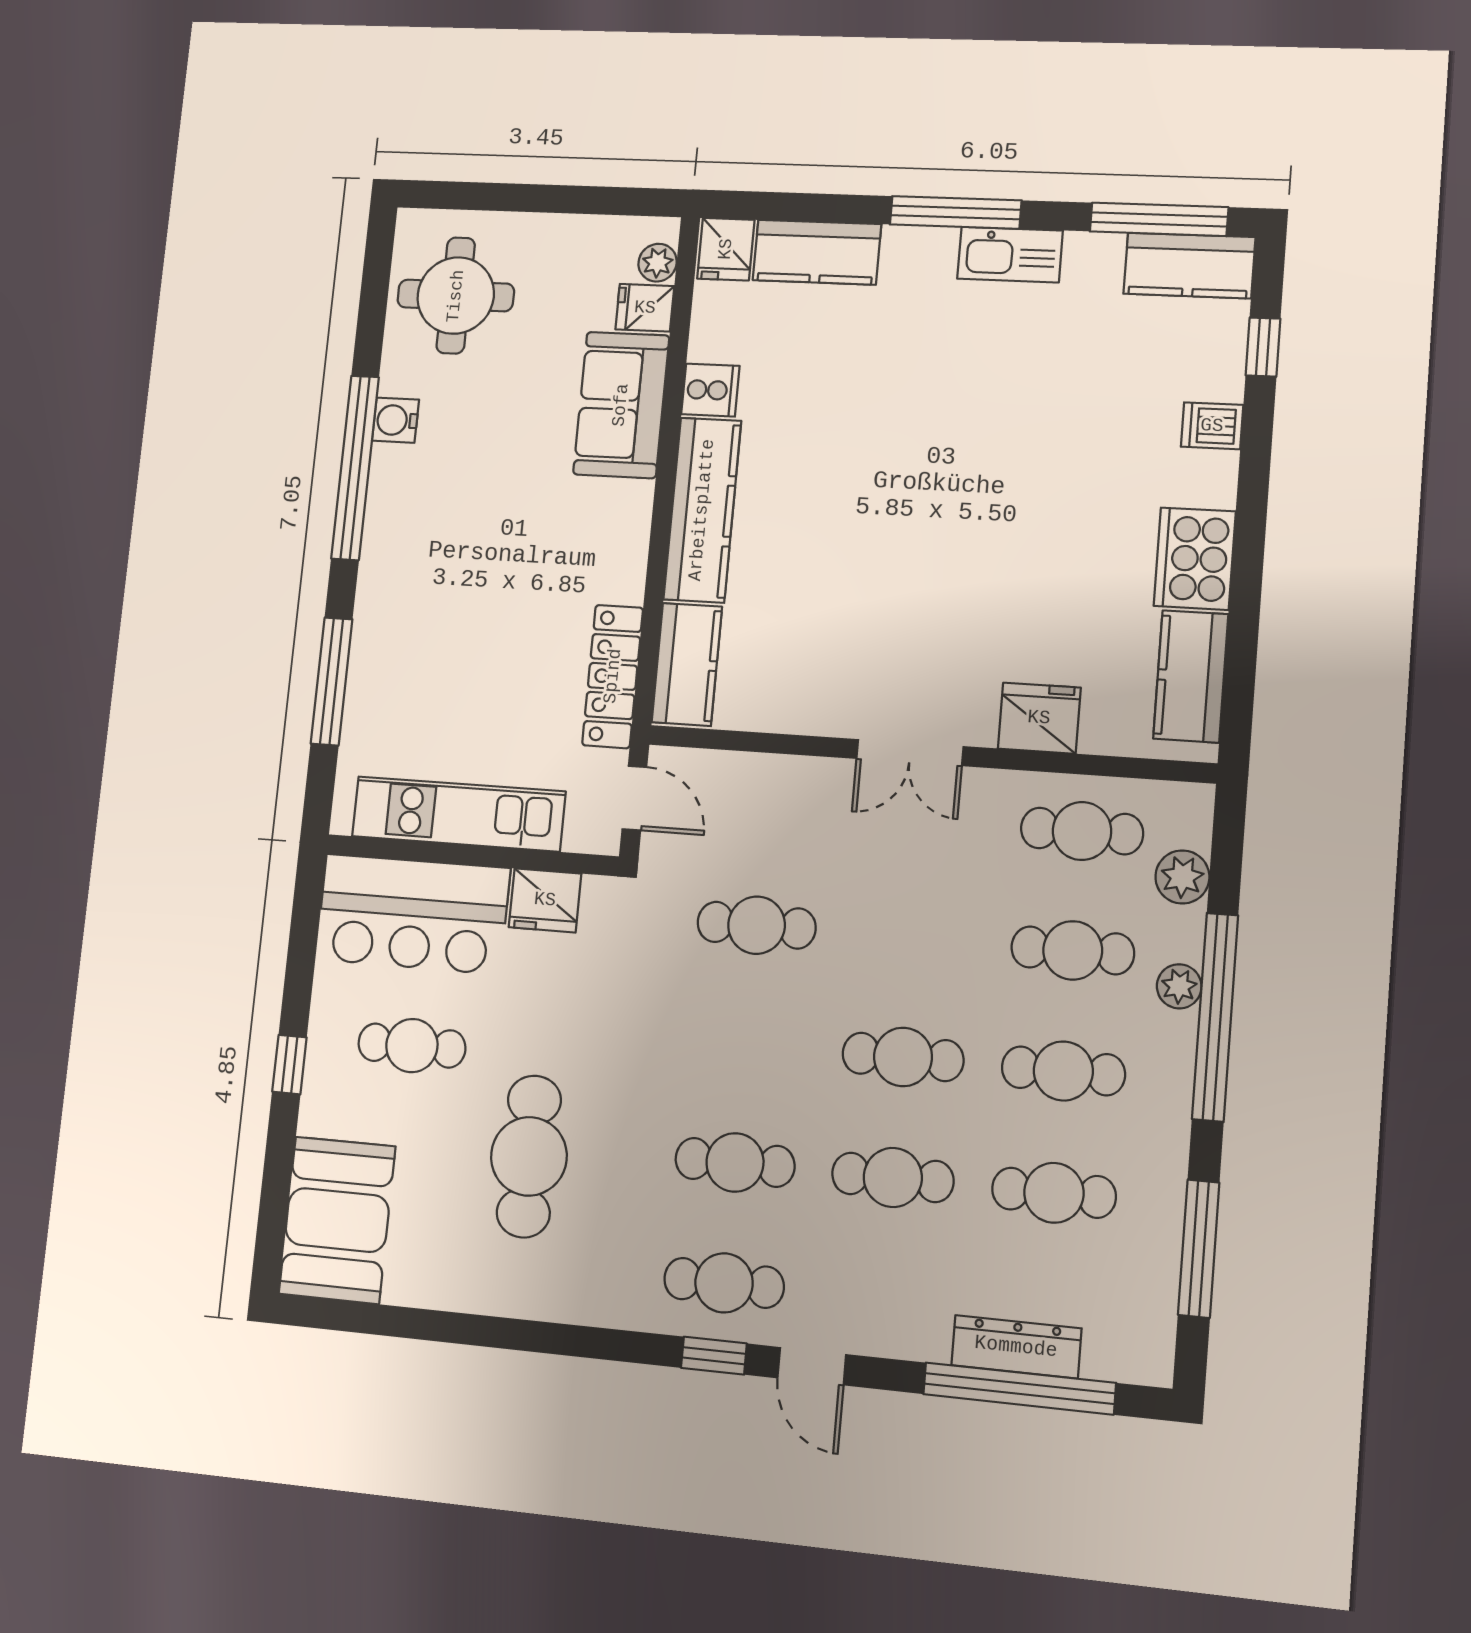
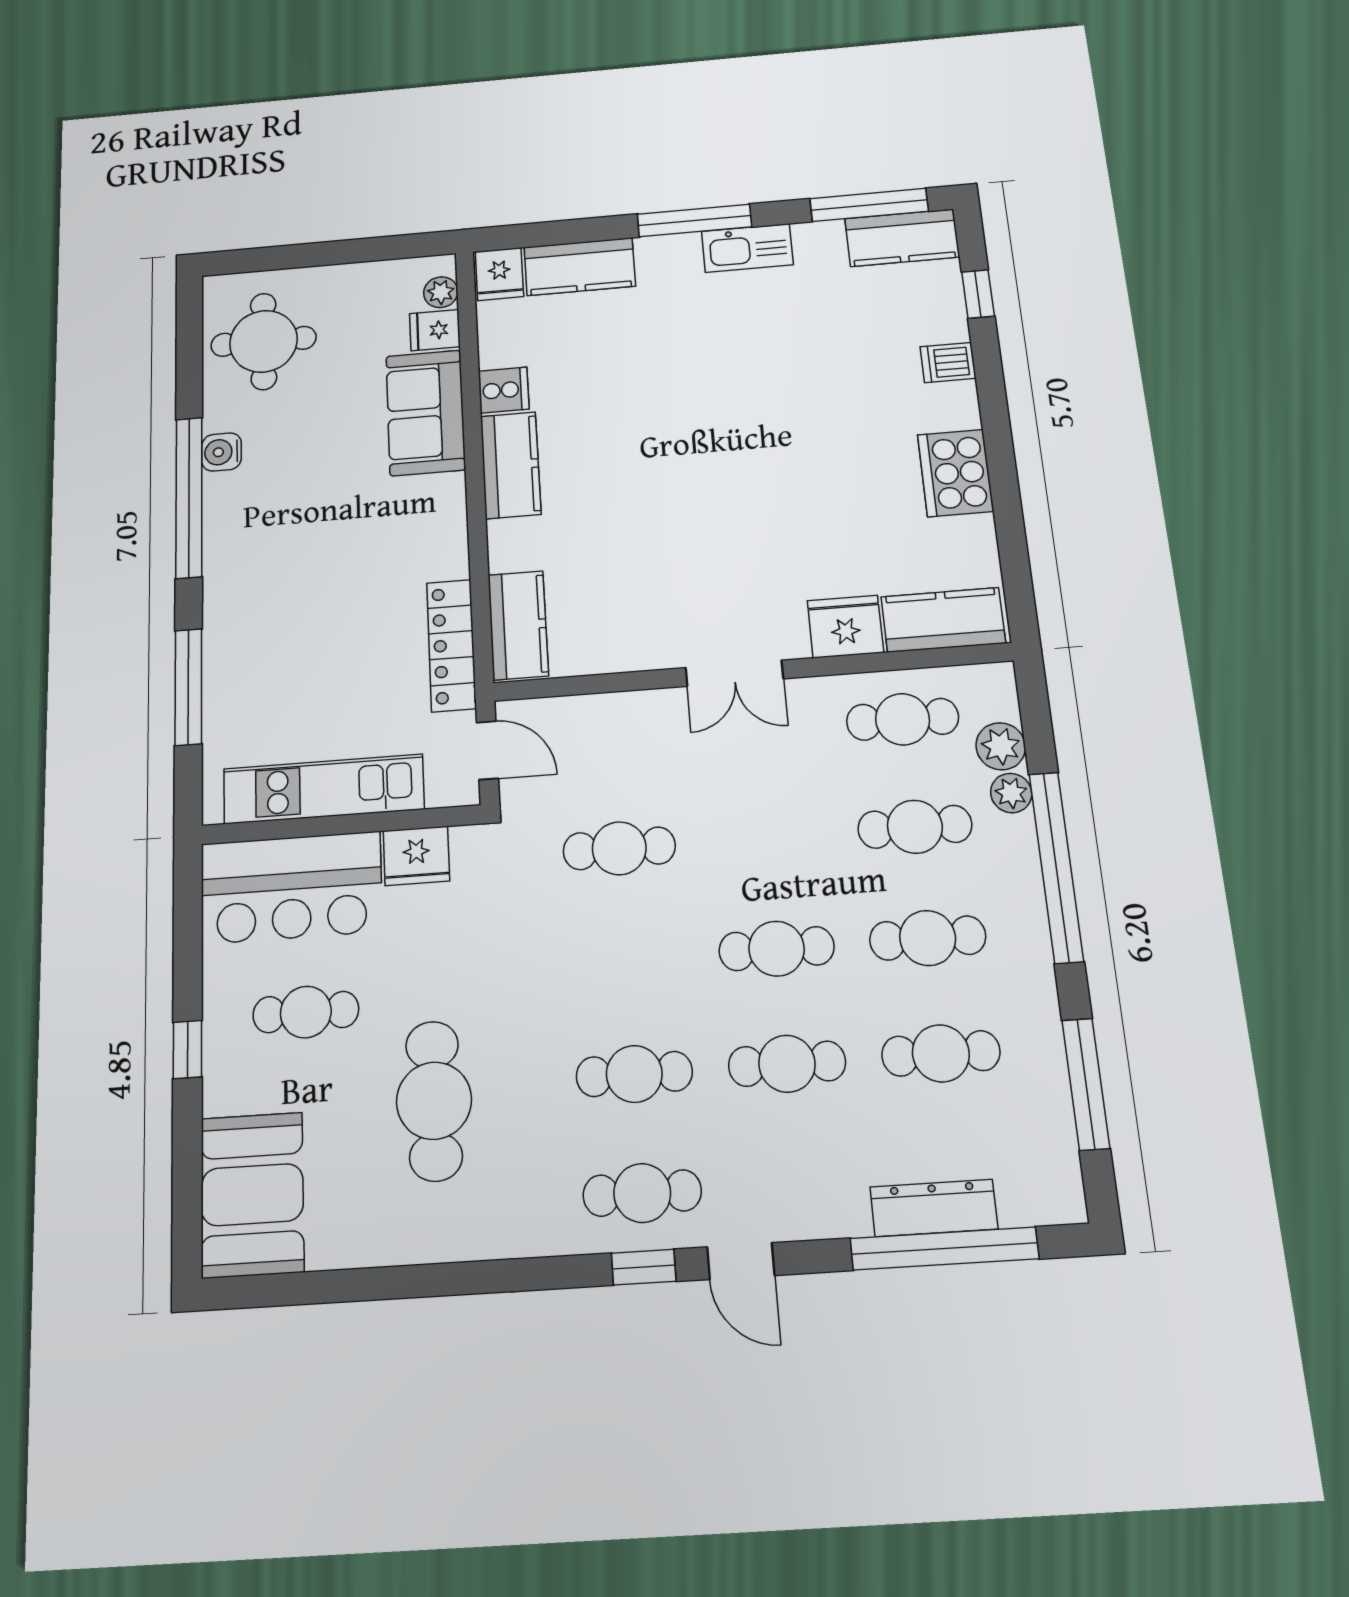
kitchen counter: (702, 510) -> (511, 465), width x0.67
kitchen counter: (1191, 676) -> (943, 620), moved, turned 90
plant: (1179, 986) -> (1011, 793), moved

